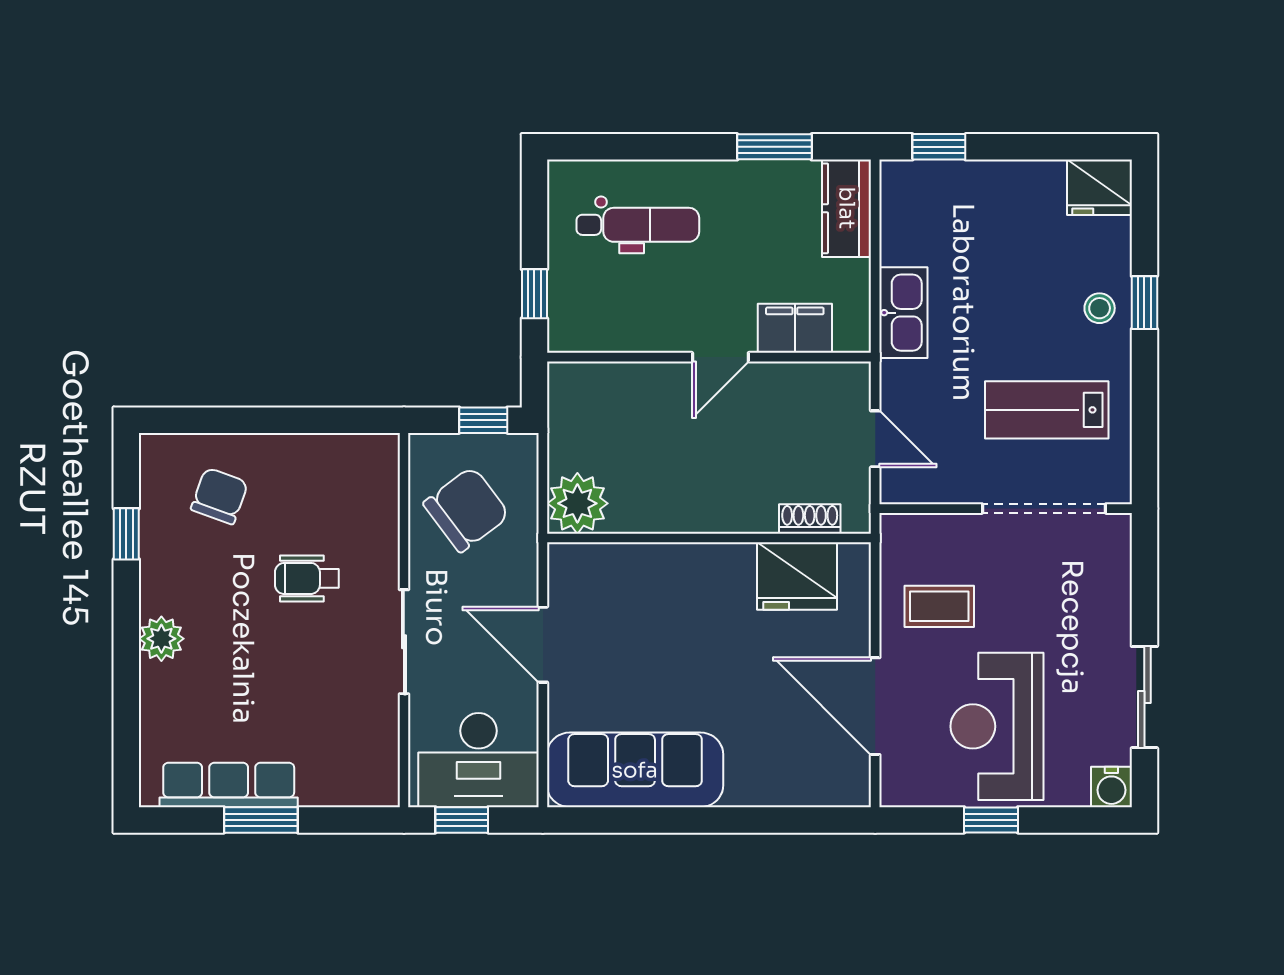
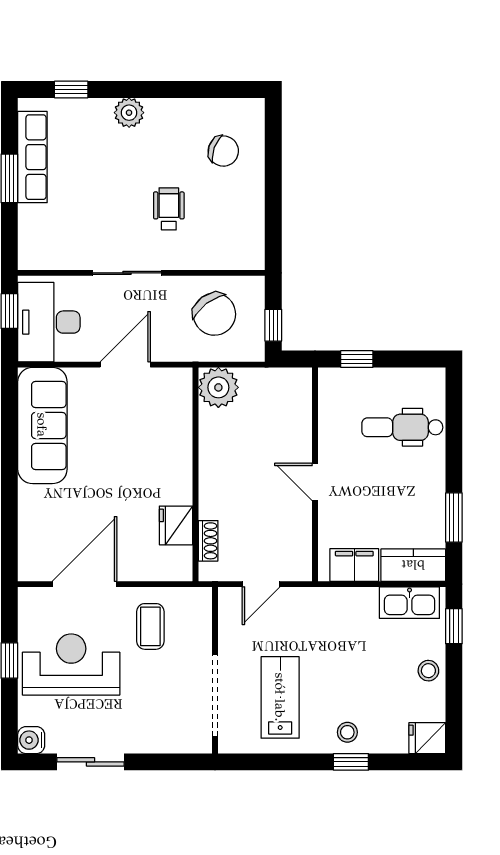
stool: (1006, 185) -> (428, 671), added
fridge: (1099, 187) -> (427, 738), width x0.72
dental chair: (638, 225) -> (402, 427), turned 90
kitchen sink: (903, 313) -> (409, 603), moved
filing cabinet: (795, 328) -> (354, 565), moved, turned -90
window: (126, 534) -> (71, 90), moved
fridge: (797, 576) -> (176, 525), width x0.73, depth x0.75

